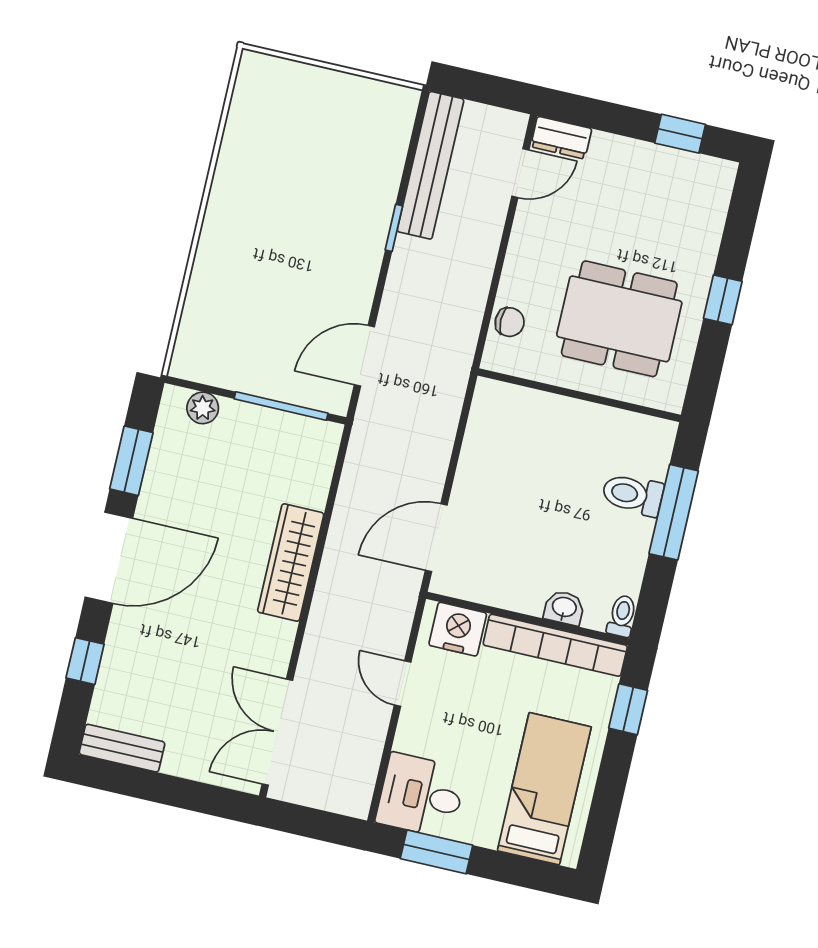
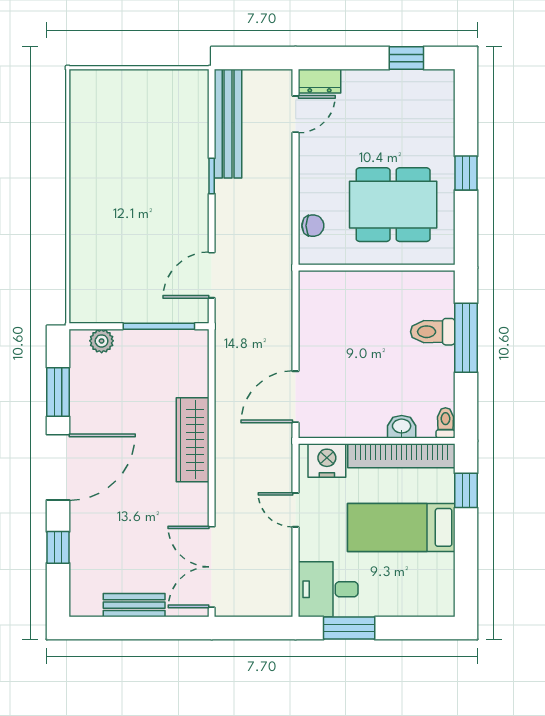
bench: (122, 748) -> (134, 605), moved
bed: (544, 789) -> (401, 527), moved, turned -90

